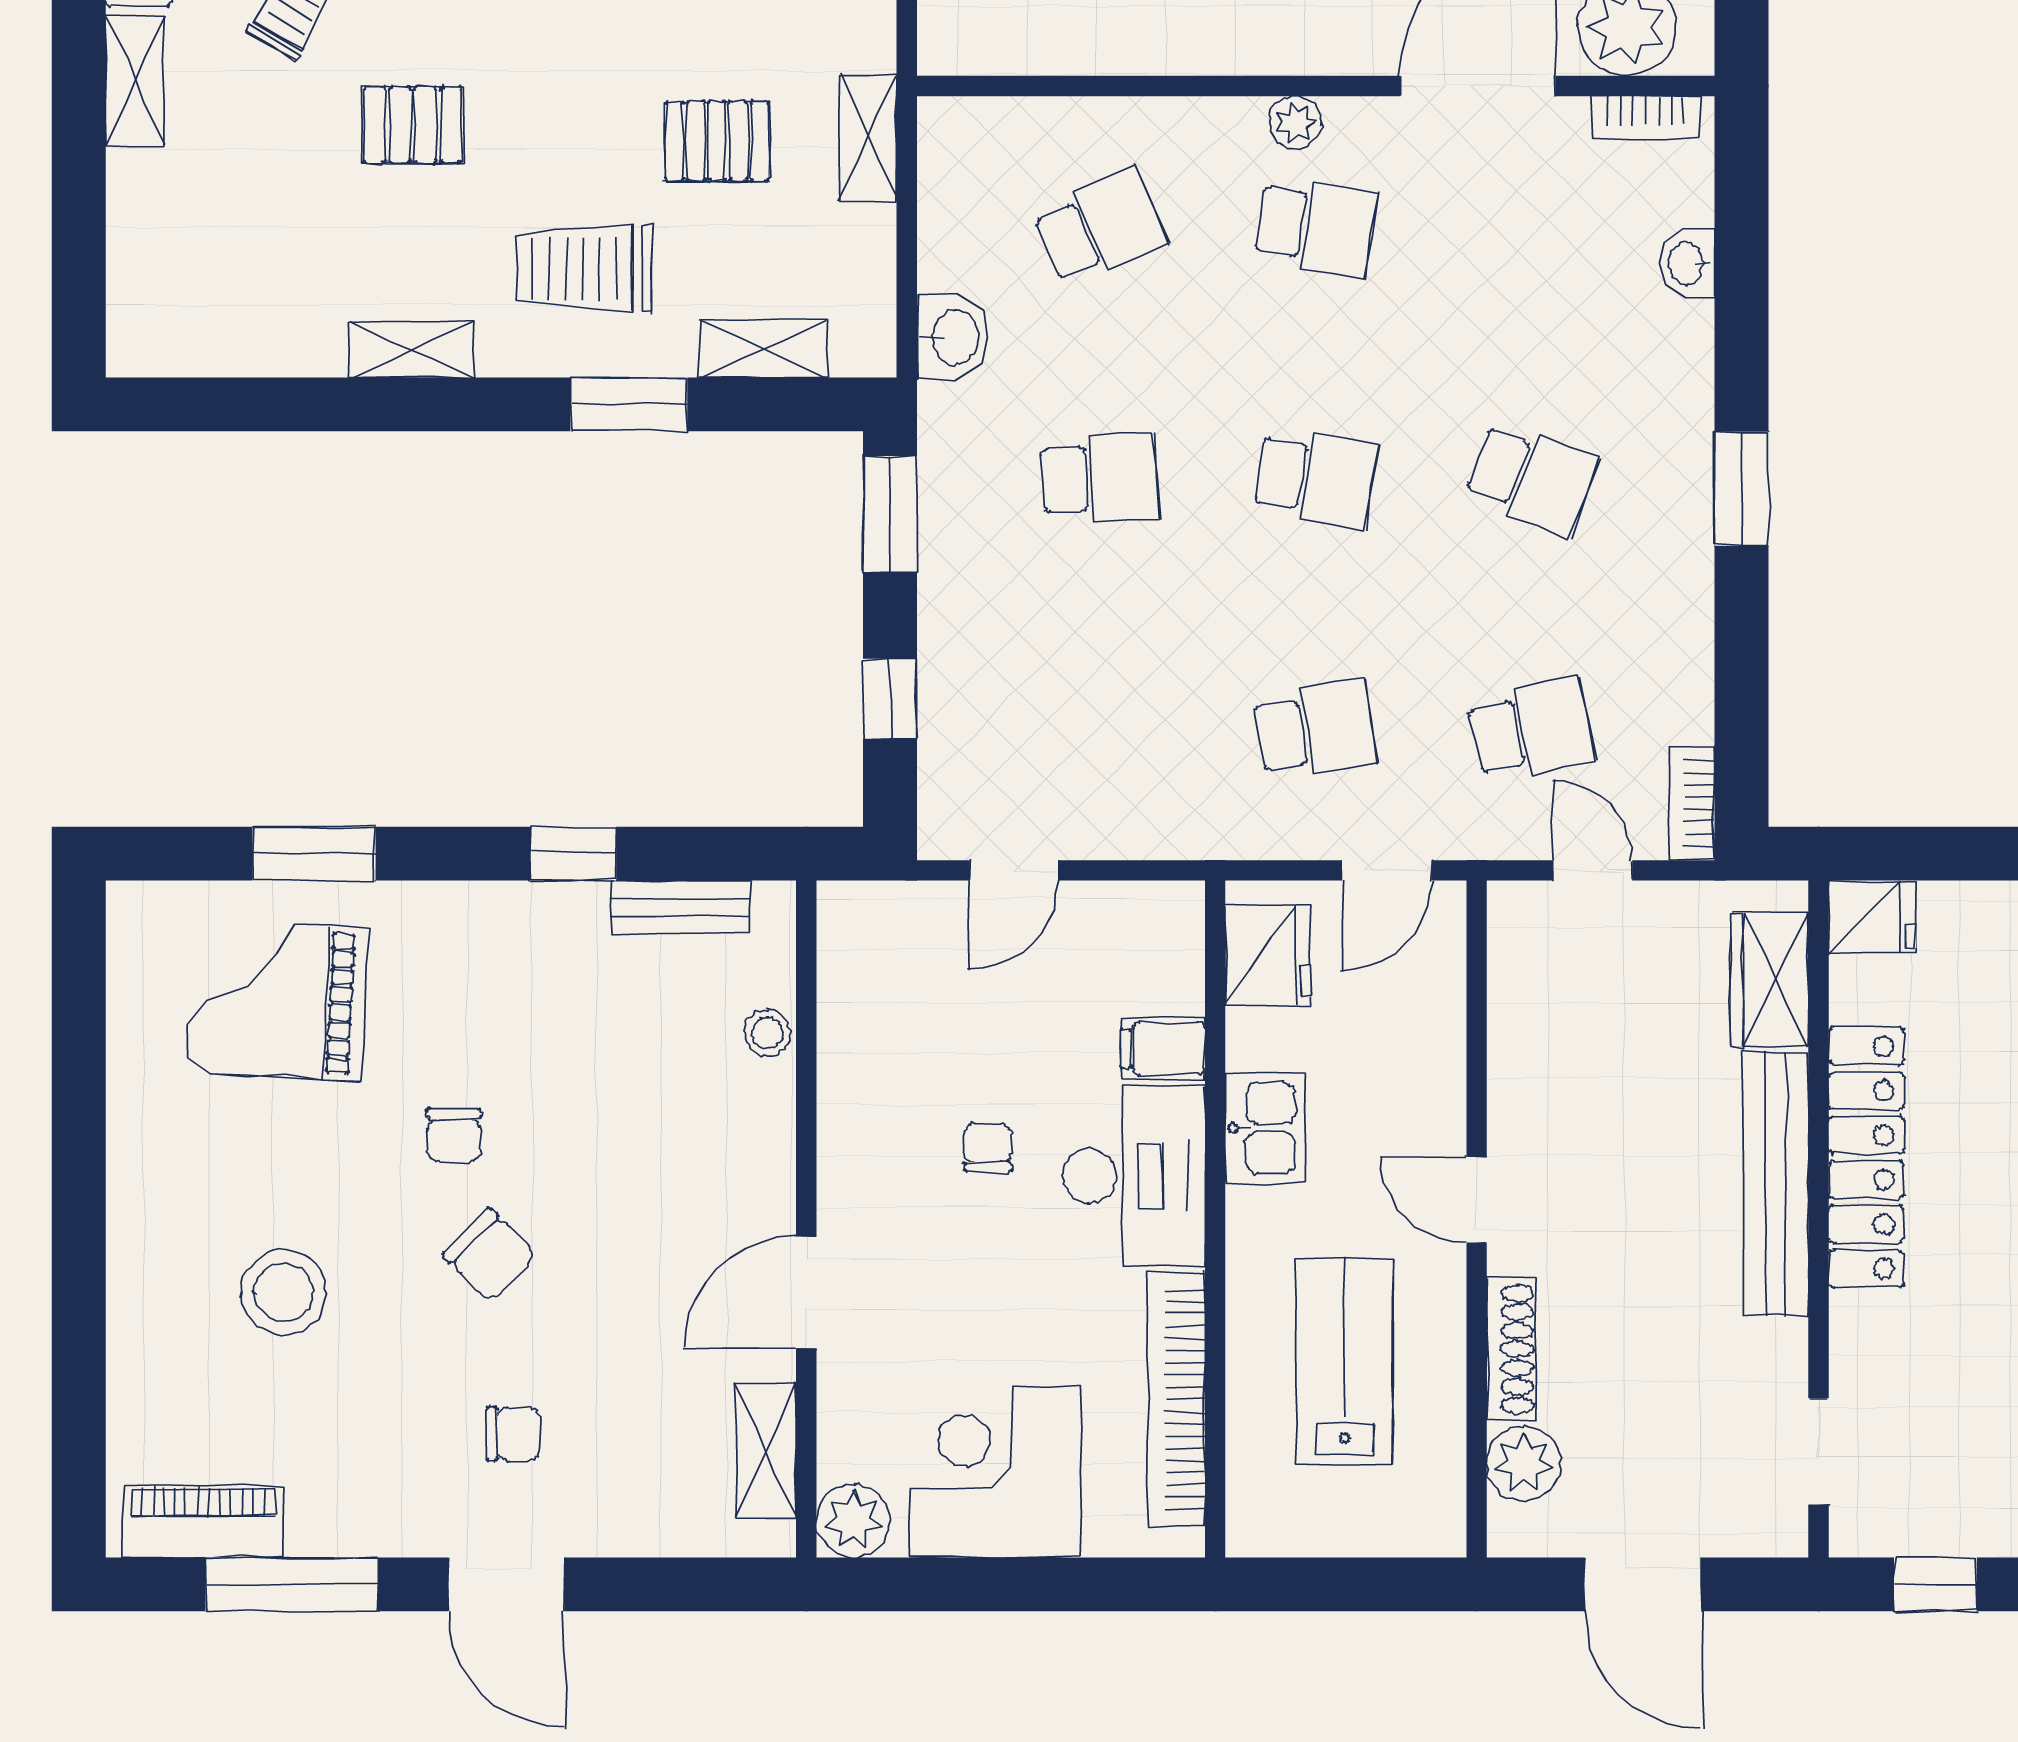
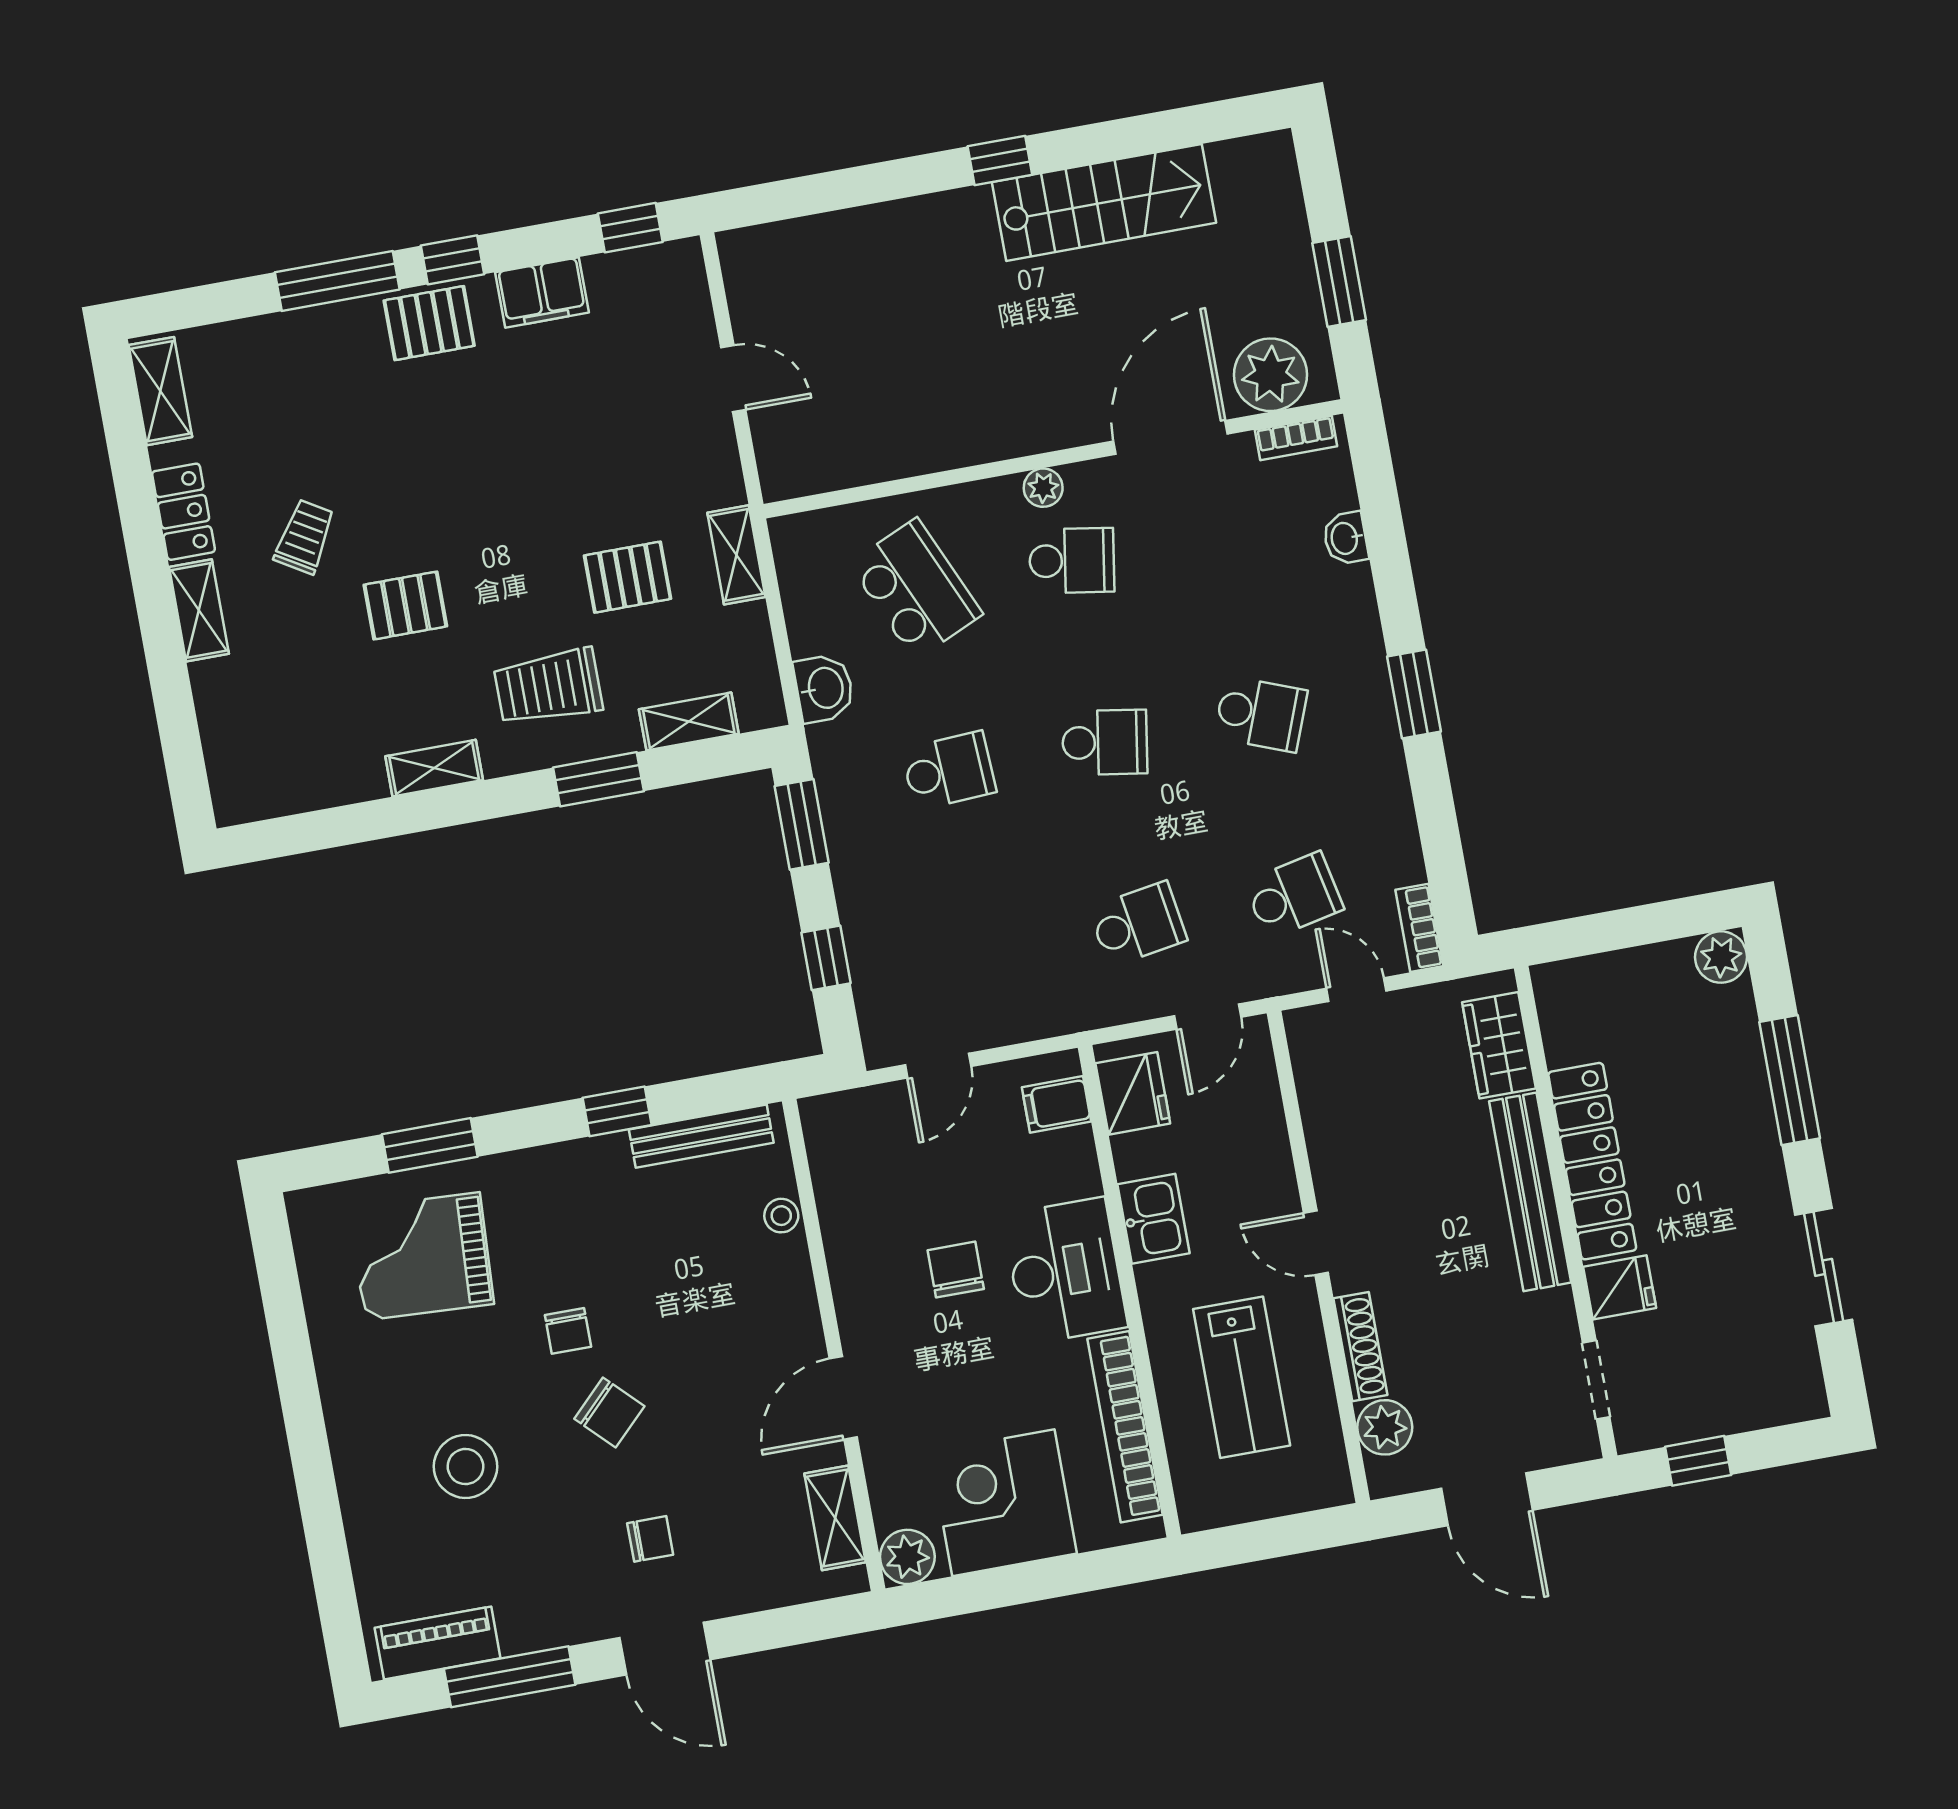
school desk: (1100, 227) -> (916, 589), width x1.85
bench: (680, 907) -> (701, 1136), width x1.36
fridge: (1872, 917) -> (1620, 1287), moved
filing cabinet: (1163, 1049) -> (1056, 1104), moved
chair: (988, 1148) -> (956, 1270), width x1.37, depth x1.37
lab bench: (1344, 1361) -> (1242, 1377), turned 180

